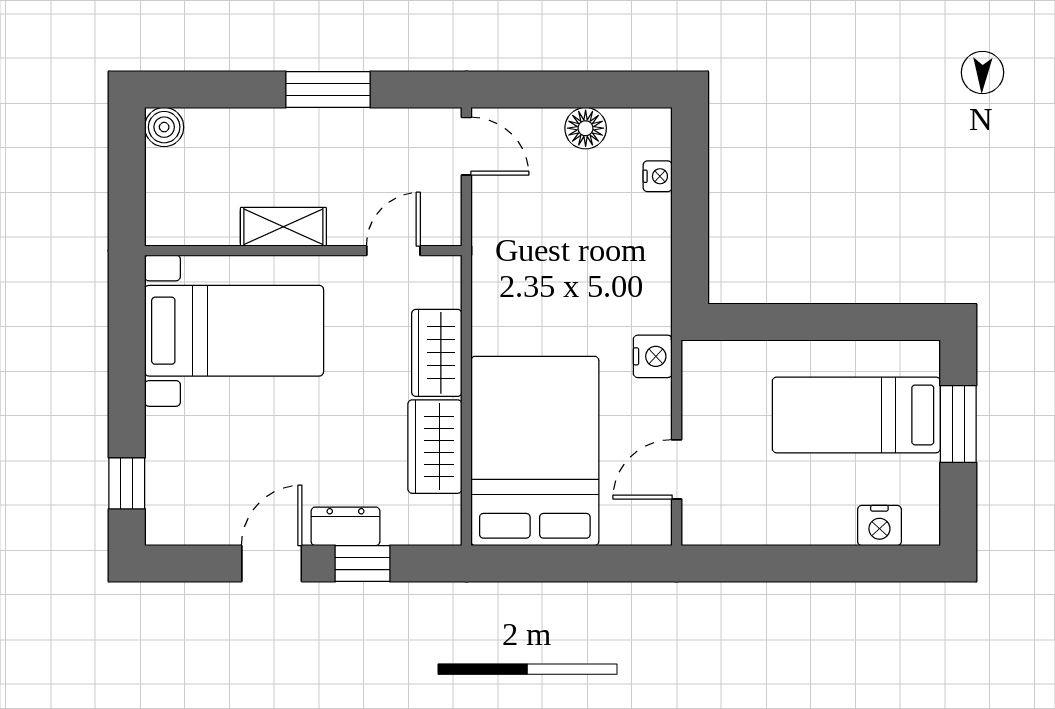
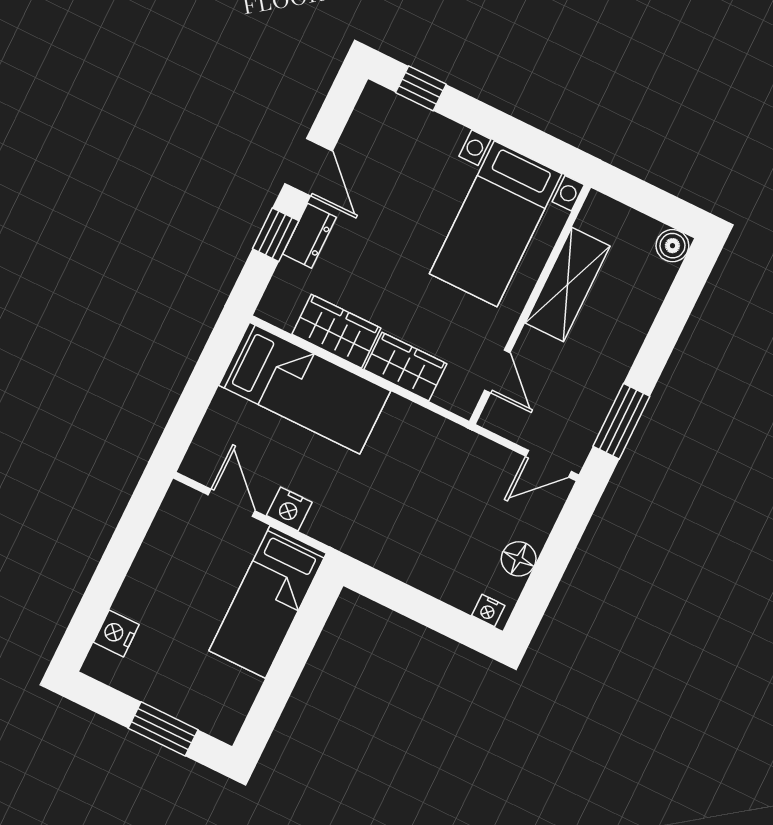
window: (328, 90) -> (621, 421), moved
nightstand: (658, 176) -> (488, 610), moved
shelving: (283, 227) -> (568, 285), width x1.50, depth x1.33
nightstand: (653, 356) -> (289, 509), moved
bed: (856, 415) -> (268, 602), moved, turned 180
bed: (535, 451) -> (305, 388), width x0.67

